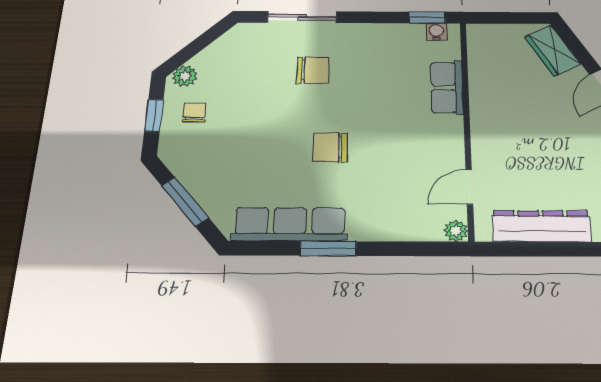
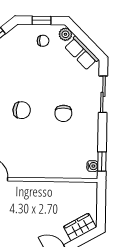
chair: (313, 70) -> (63, 113), moved
row of seats: (447, 87) -> (81, 53), moved, turned -135
chair: (330, 147) -> (22, 110), turned 95

